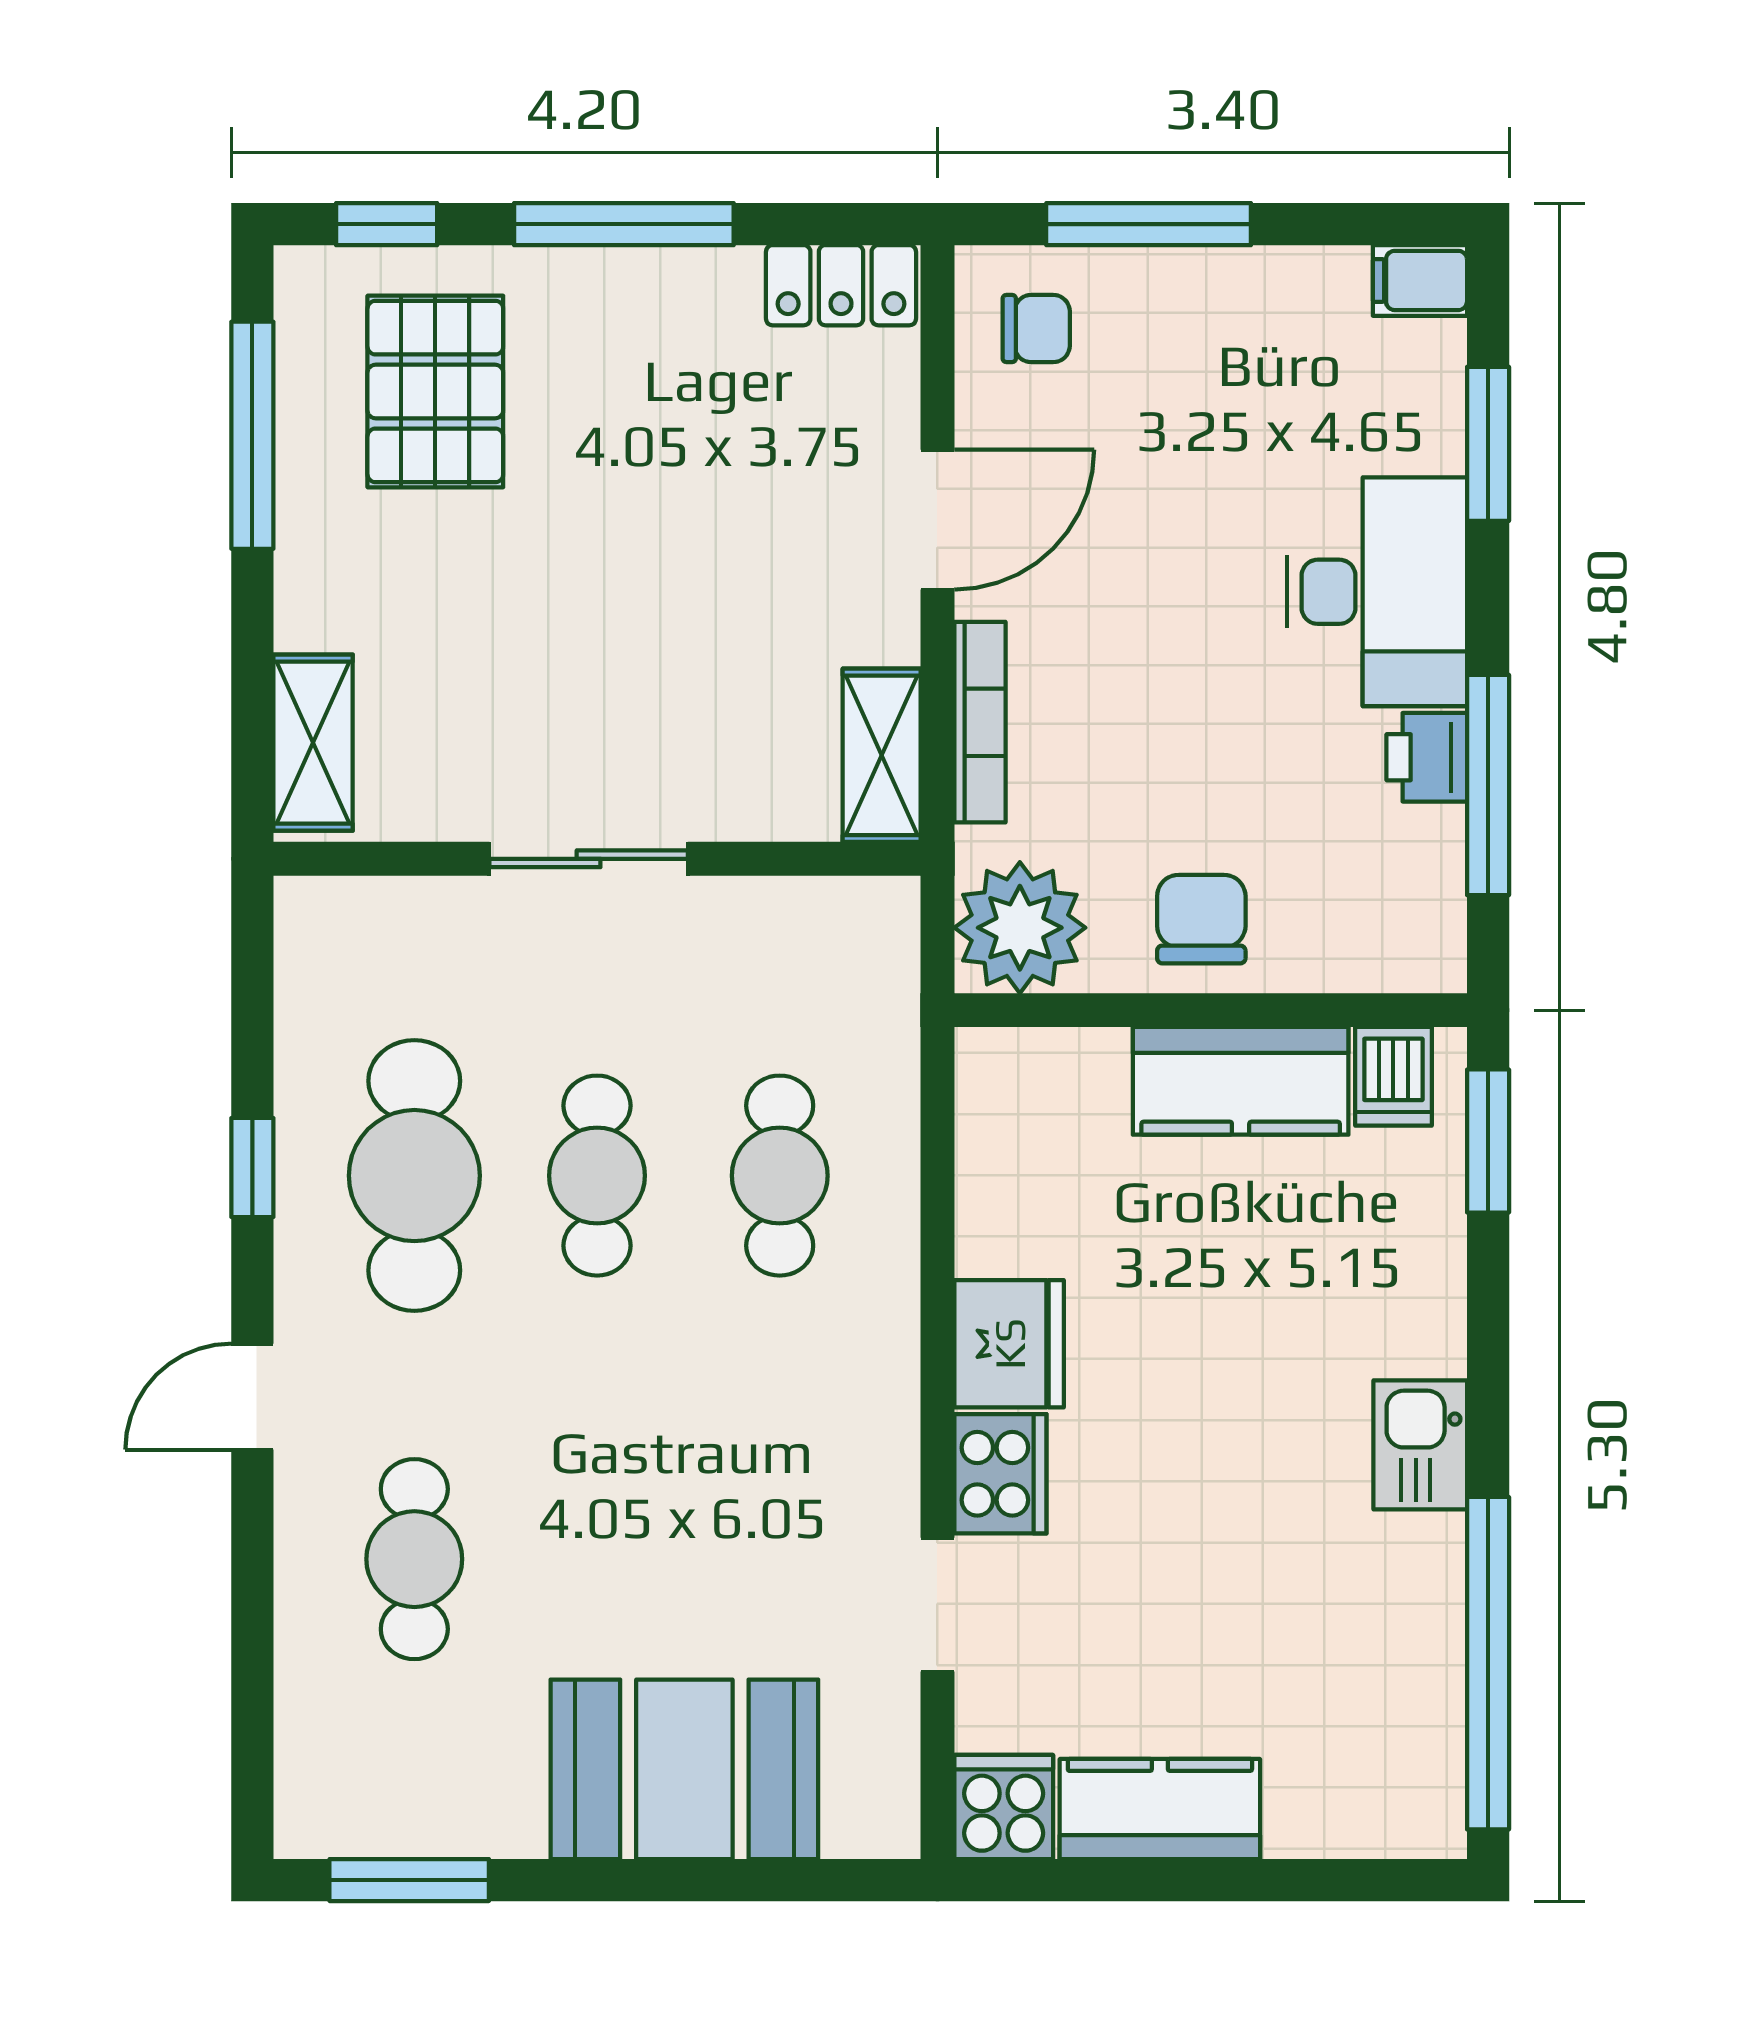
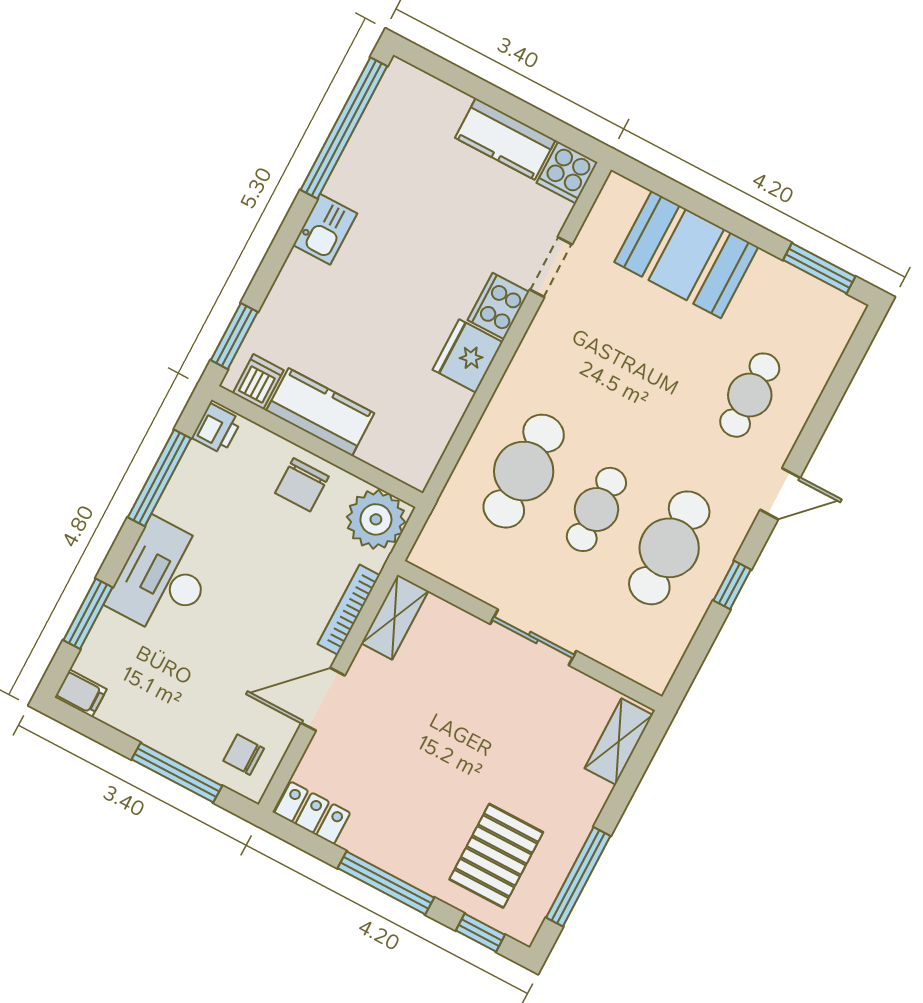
printer: (1427, 757) -> (217, 429), moved
cafe table: (780, 1176) -> (524, 471), width x1.37, depth x1.35

